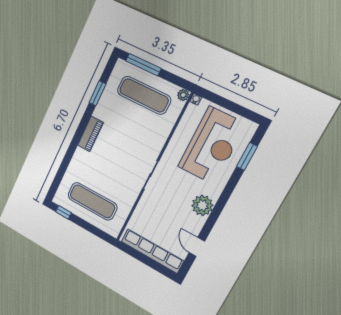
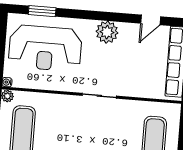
reception desk: (212, 146) -> (45, 48), turned 180

